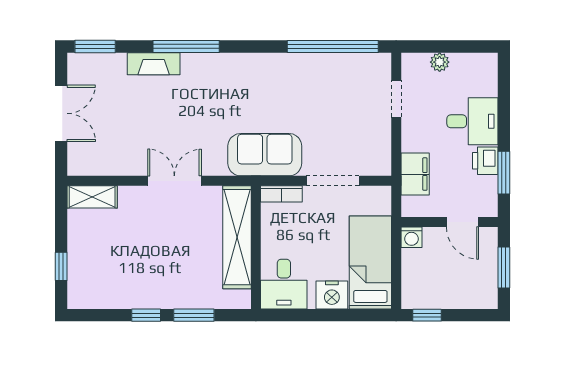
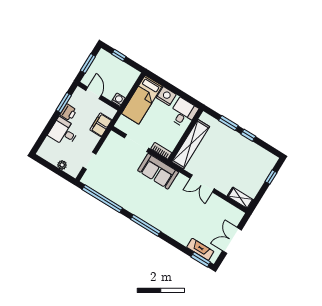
window: (186, 46) -> (146, 225), moved
fireplace: (154, 64) -> (200, 249), moved
window: (427, 315) -> (119, 55), moved

